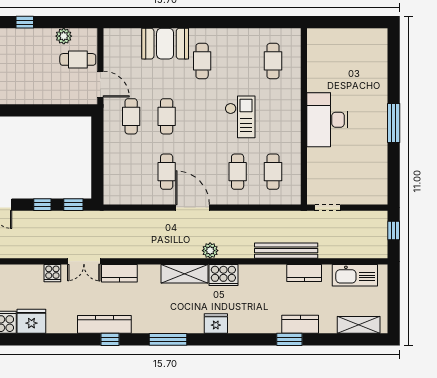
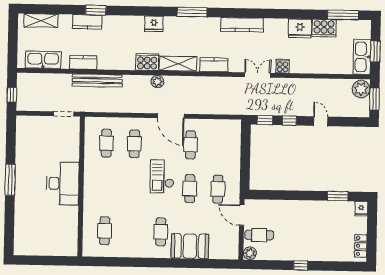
plant: (64, 36) -> (250, 253), moved
checkout: (240, 117) -> (162, 176), moved
kitchen counter: (119, 273) -> (214, 65), moved
window: (110, 339) -> (238, 13), removed

